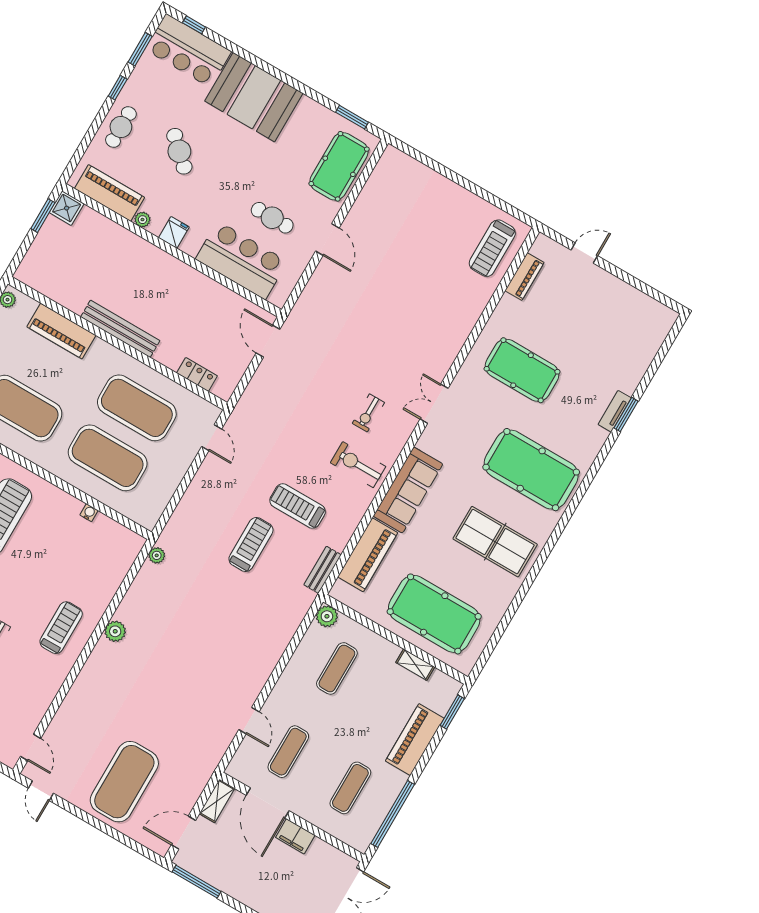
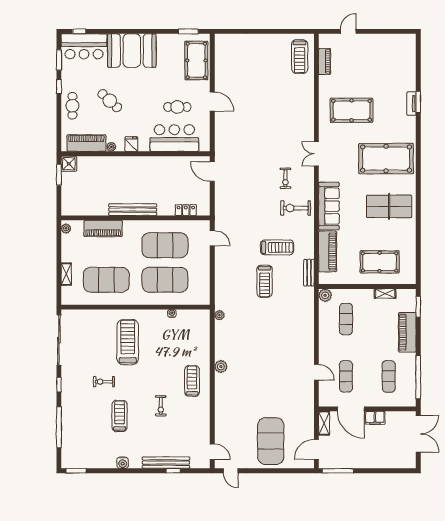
treadmill: (298, 506) -> (277, 247), turned 180
treadmill: (251, 545) -> (265, 281), turned 180
pool table: (434, 614) -> (380, 262), width x0.73, depth x0.76

